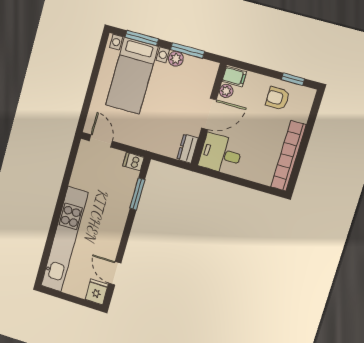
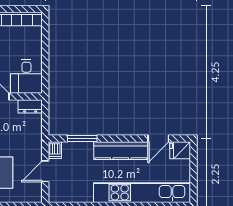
door: (101, 141) -> (45, 171), moved
kitchen counter: (113, 231) -> (121, 151), added

